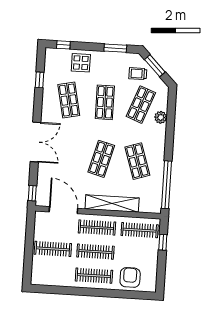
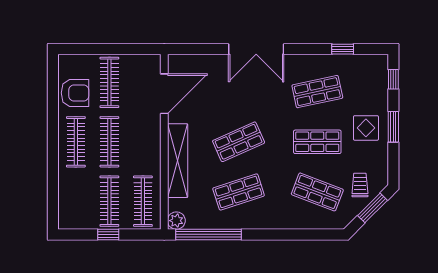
window: (115, 48) -> (393, 127), moved
display table: (81, 63) -> (366, 128), moved
plant: (161, 117) -> (176, 221), moved
shop shelf: (101, 159) -> (239, 142), turned -39
window: (32, 193) -> (185, 49), removed
clothes rail: (97, 227) -> (109, 201), moved
window: (163, 242) -> (108, 234), moved
armchair: (130, 277) -> (75, 93), moved

